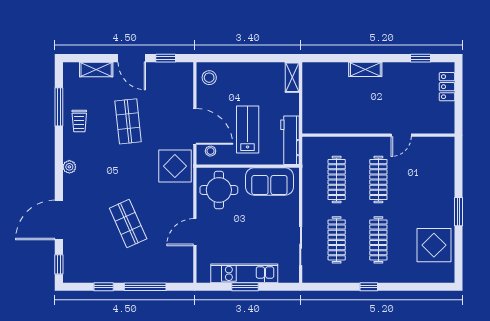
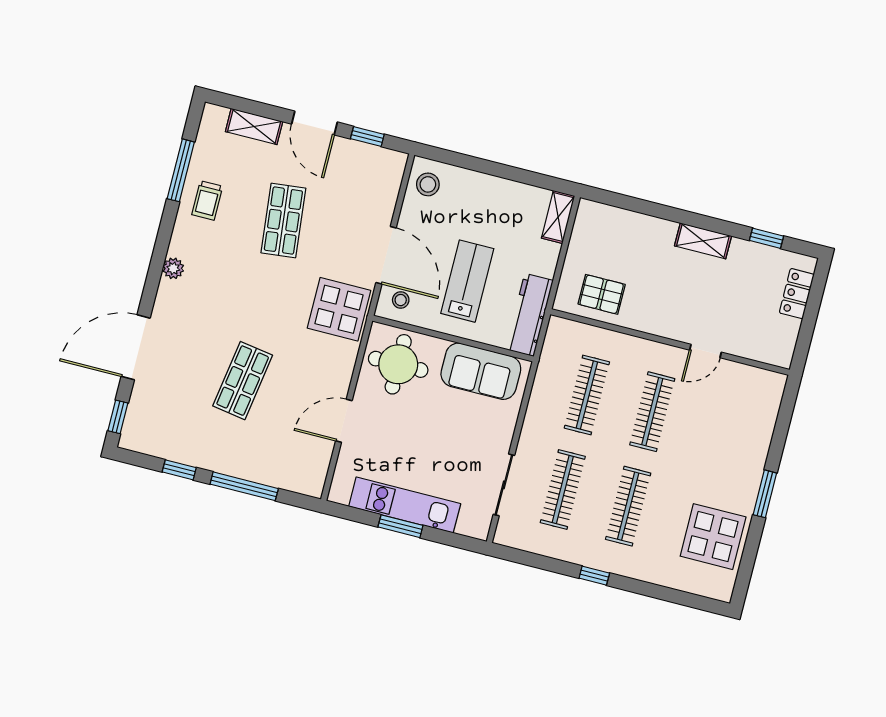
shelving: (365, 69) -> (703, 241), moved
pallet: (330, 117) -> (602, 294), added
shop shelf: (128, 224) -> (243, 381), turned 33

